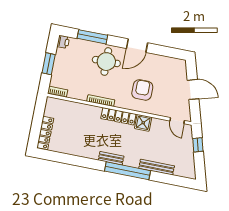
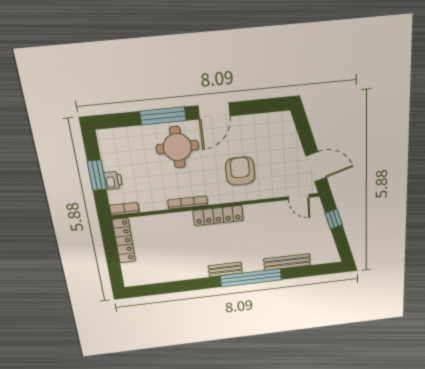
window: (92, 37) -> (163, 116), moved
printer: (63, 42) -> (113, 180), moved
door: (193, 89) -> (316, 167), moved
shower: (143, 123) -> (254, 214), removed
locker: (45, 133) -> (124, 241), moved

